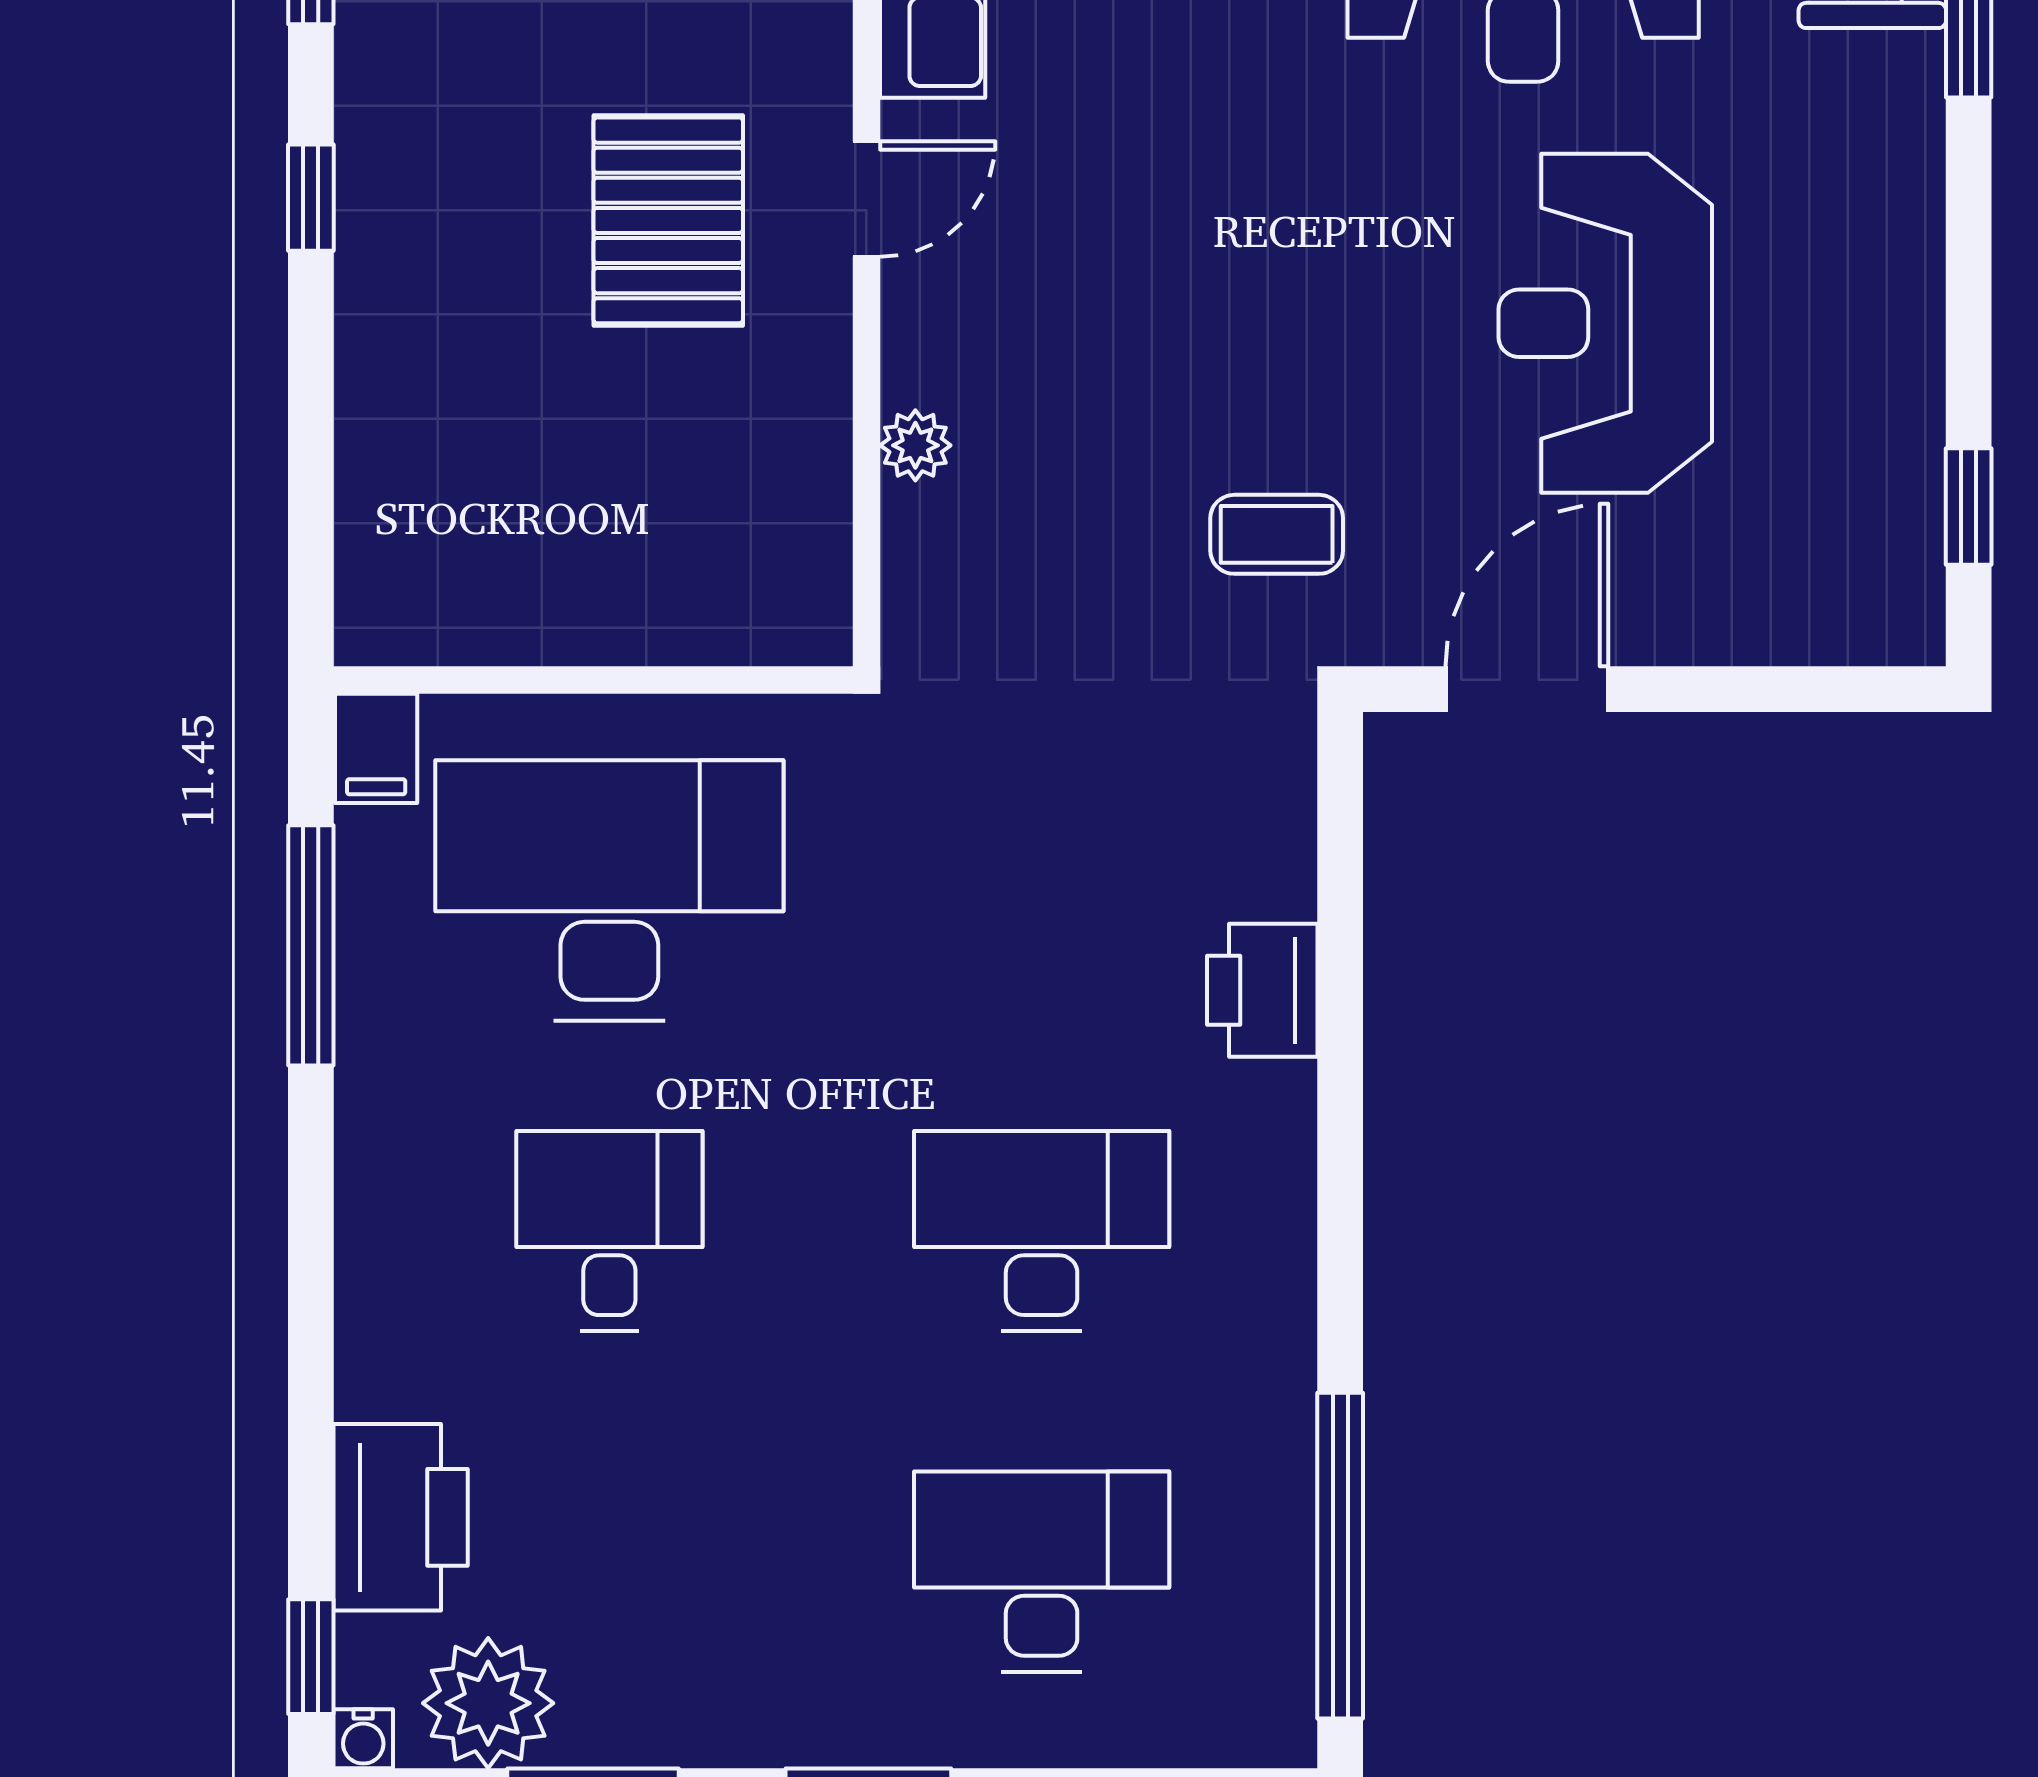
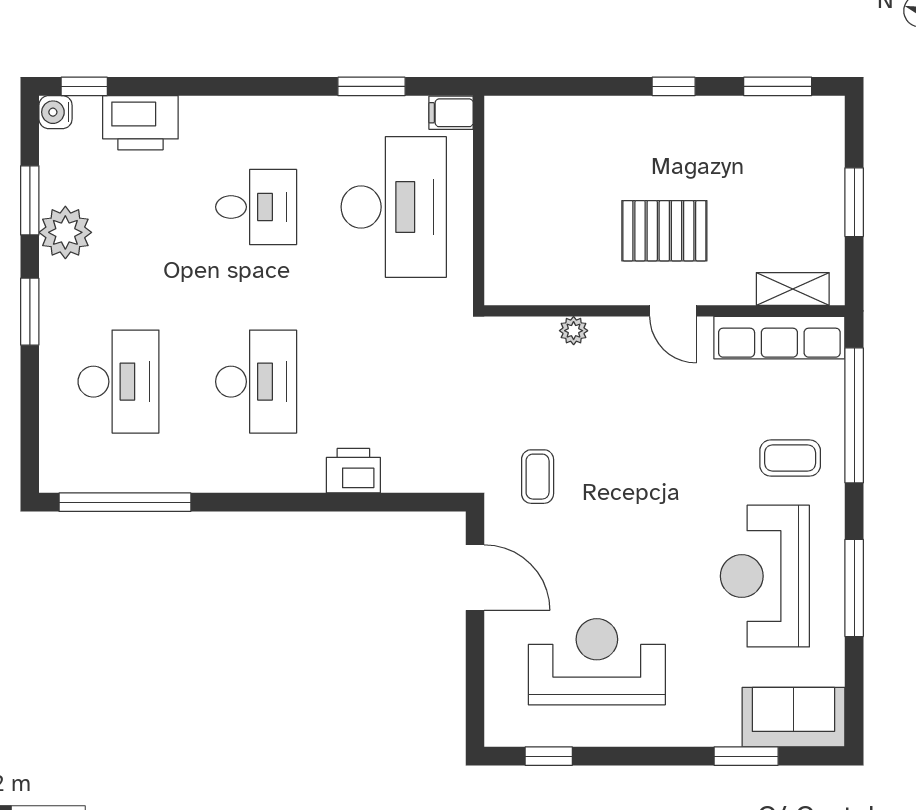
reception desk: (1605, 323) -> (597, 662), moved
window: (311, 945) -> (371, 86), width x0.69
plant: (488, 1703) -> (65, 232), moved
water cooler: (363, 1739) -> (56, 112), width x1.38, depth x1.38

